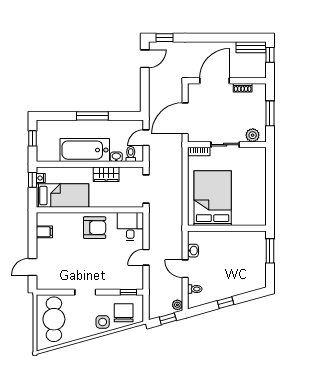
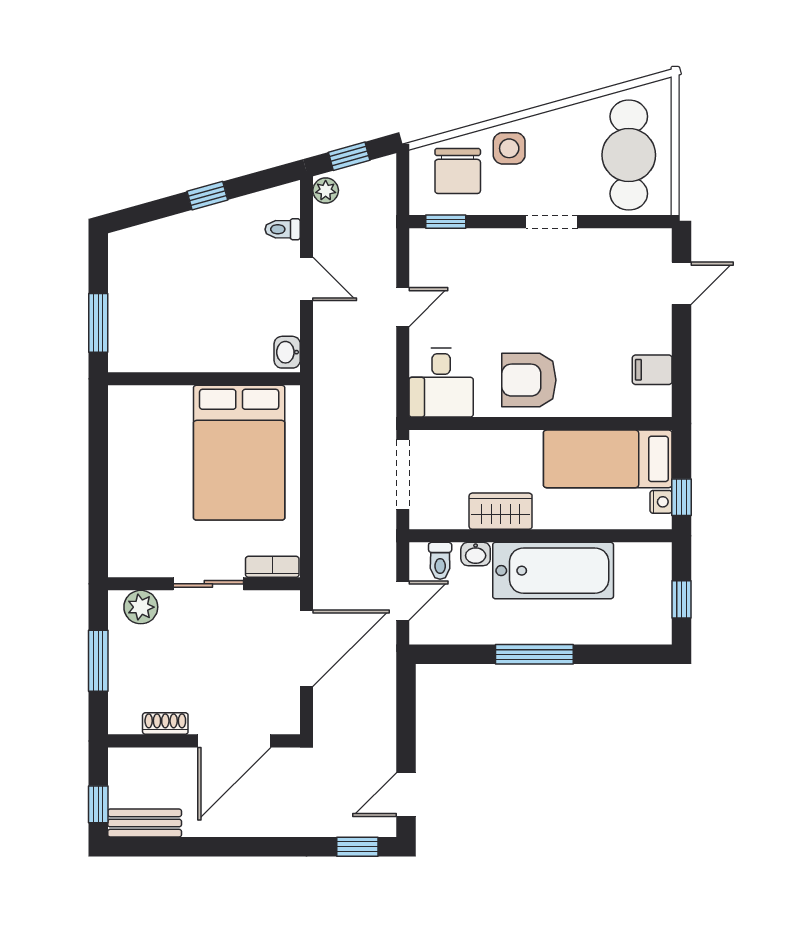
washbasin: (193, 251) -> (287, 352), moved

